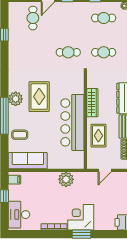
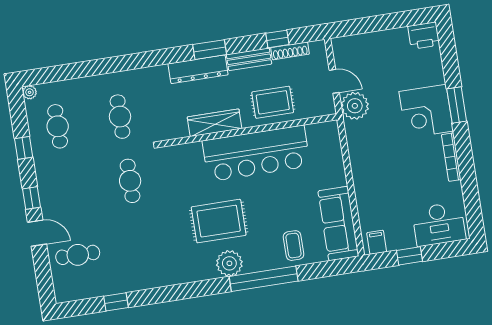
plant: (66, 179) -> (355, 106), moved

